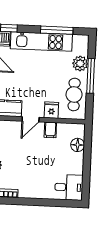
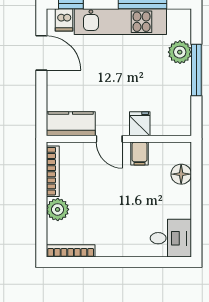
cafe table: (74, 94) -> (173, 99), removed
door: (31, 119) -> (109, 139), hinge flipped

